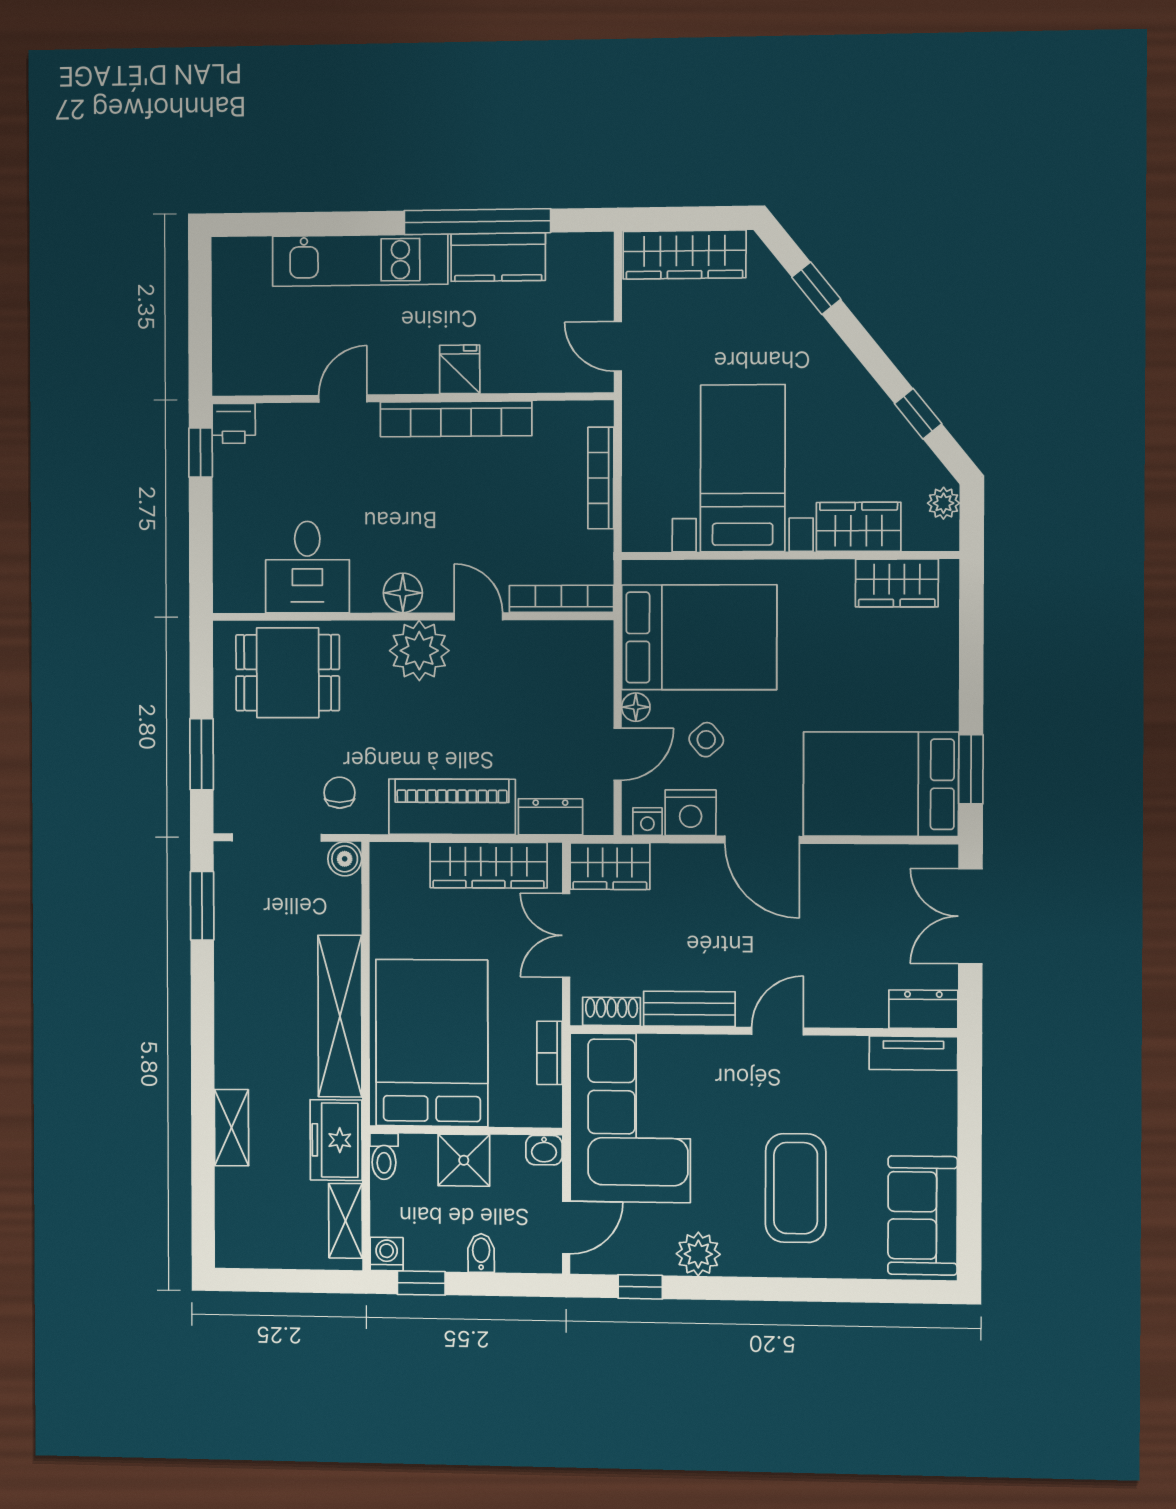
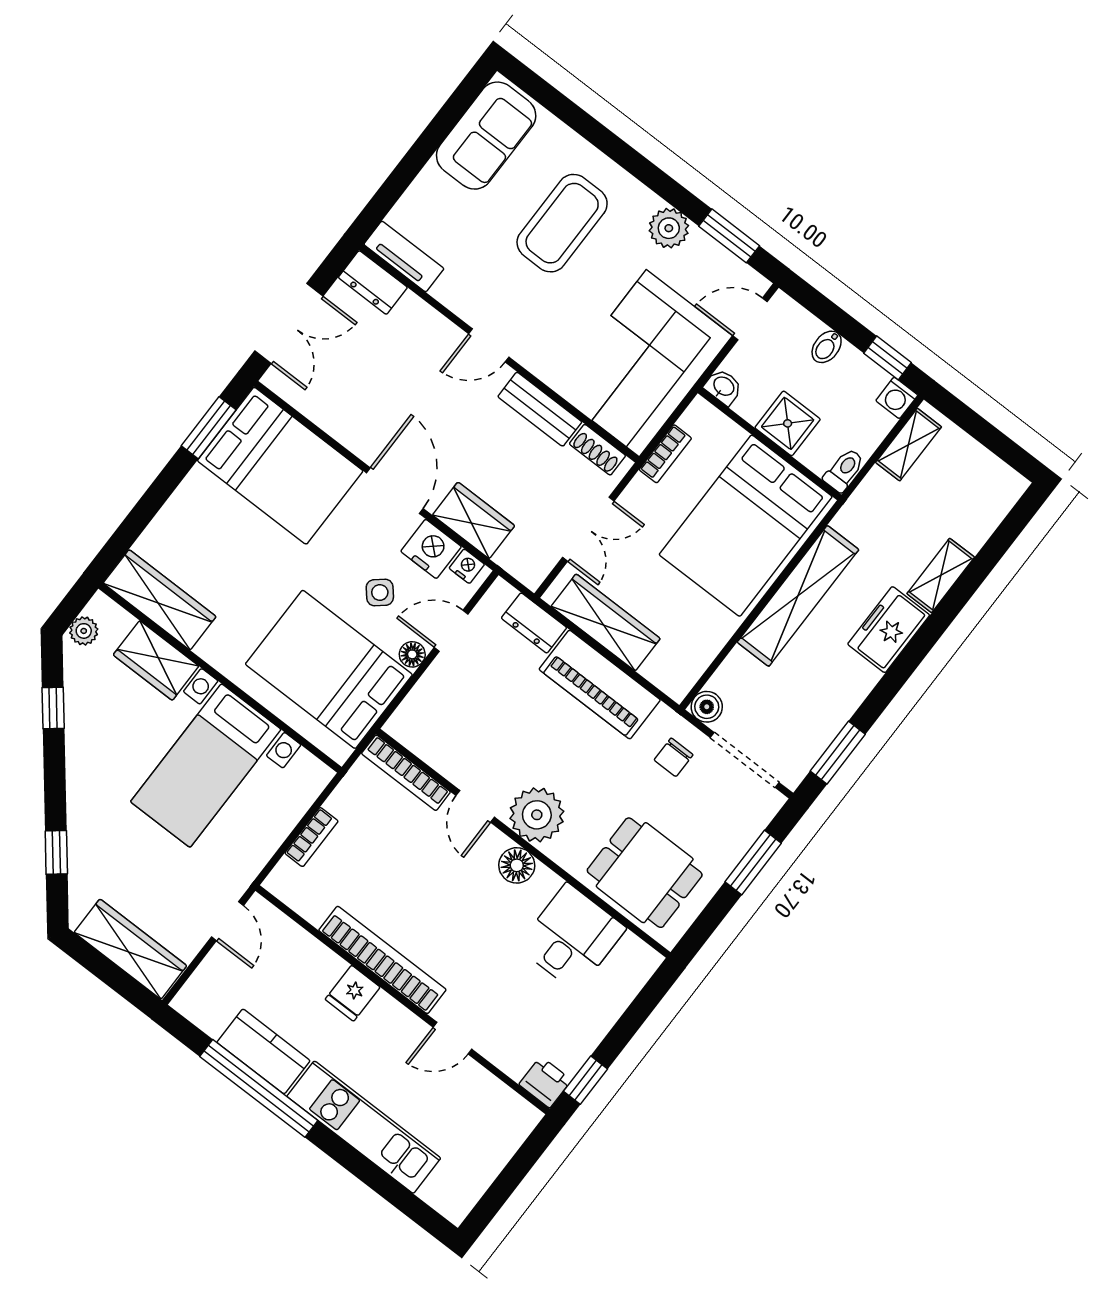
bookcase: (601, 478) -> (311, 837), width x0.64
wardrobe: (897, 583) -> (160, 600), width x1.50
wardrobe: (610, 866) -> (474, 520), moved
freezer: (336, 1140) -> (889, 630), moved, turned 180
window: (640, 1287) -> (729, 236), width x1.50

